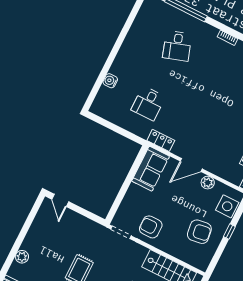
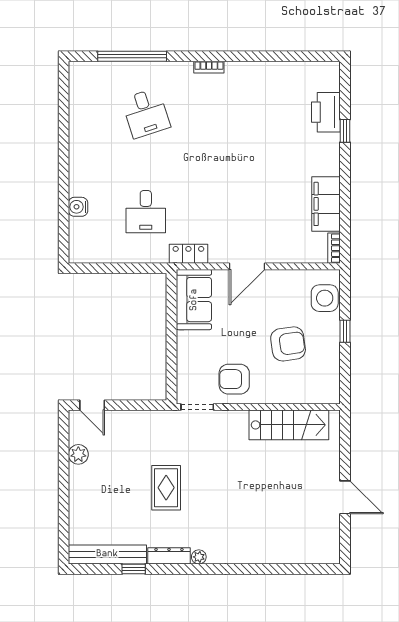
plant: (208, 183) -> (282, 279), removed
armchair: (199, 232) -> (288, 344), moved
plant: (22, 257) -> (78, 454), moved

